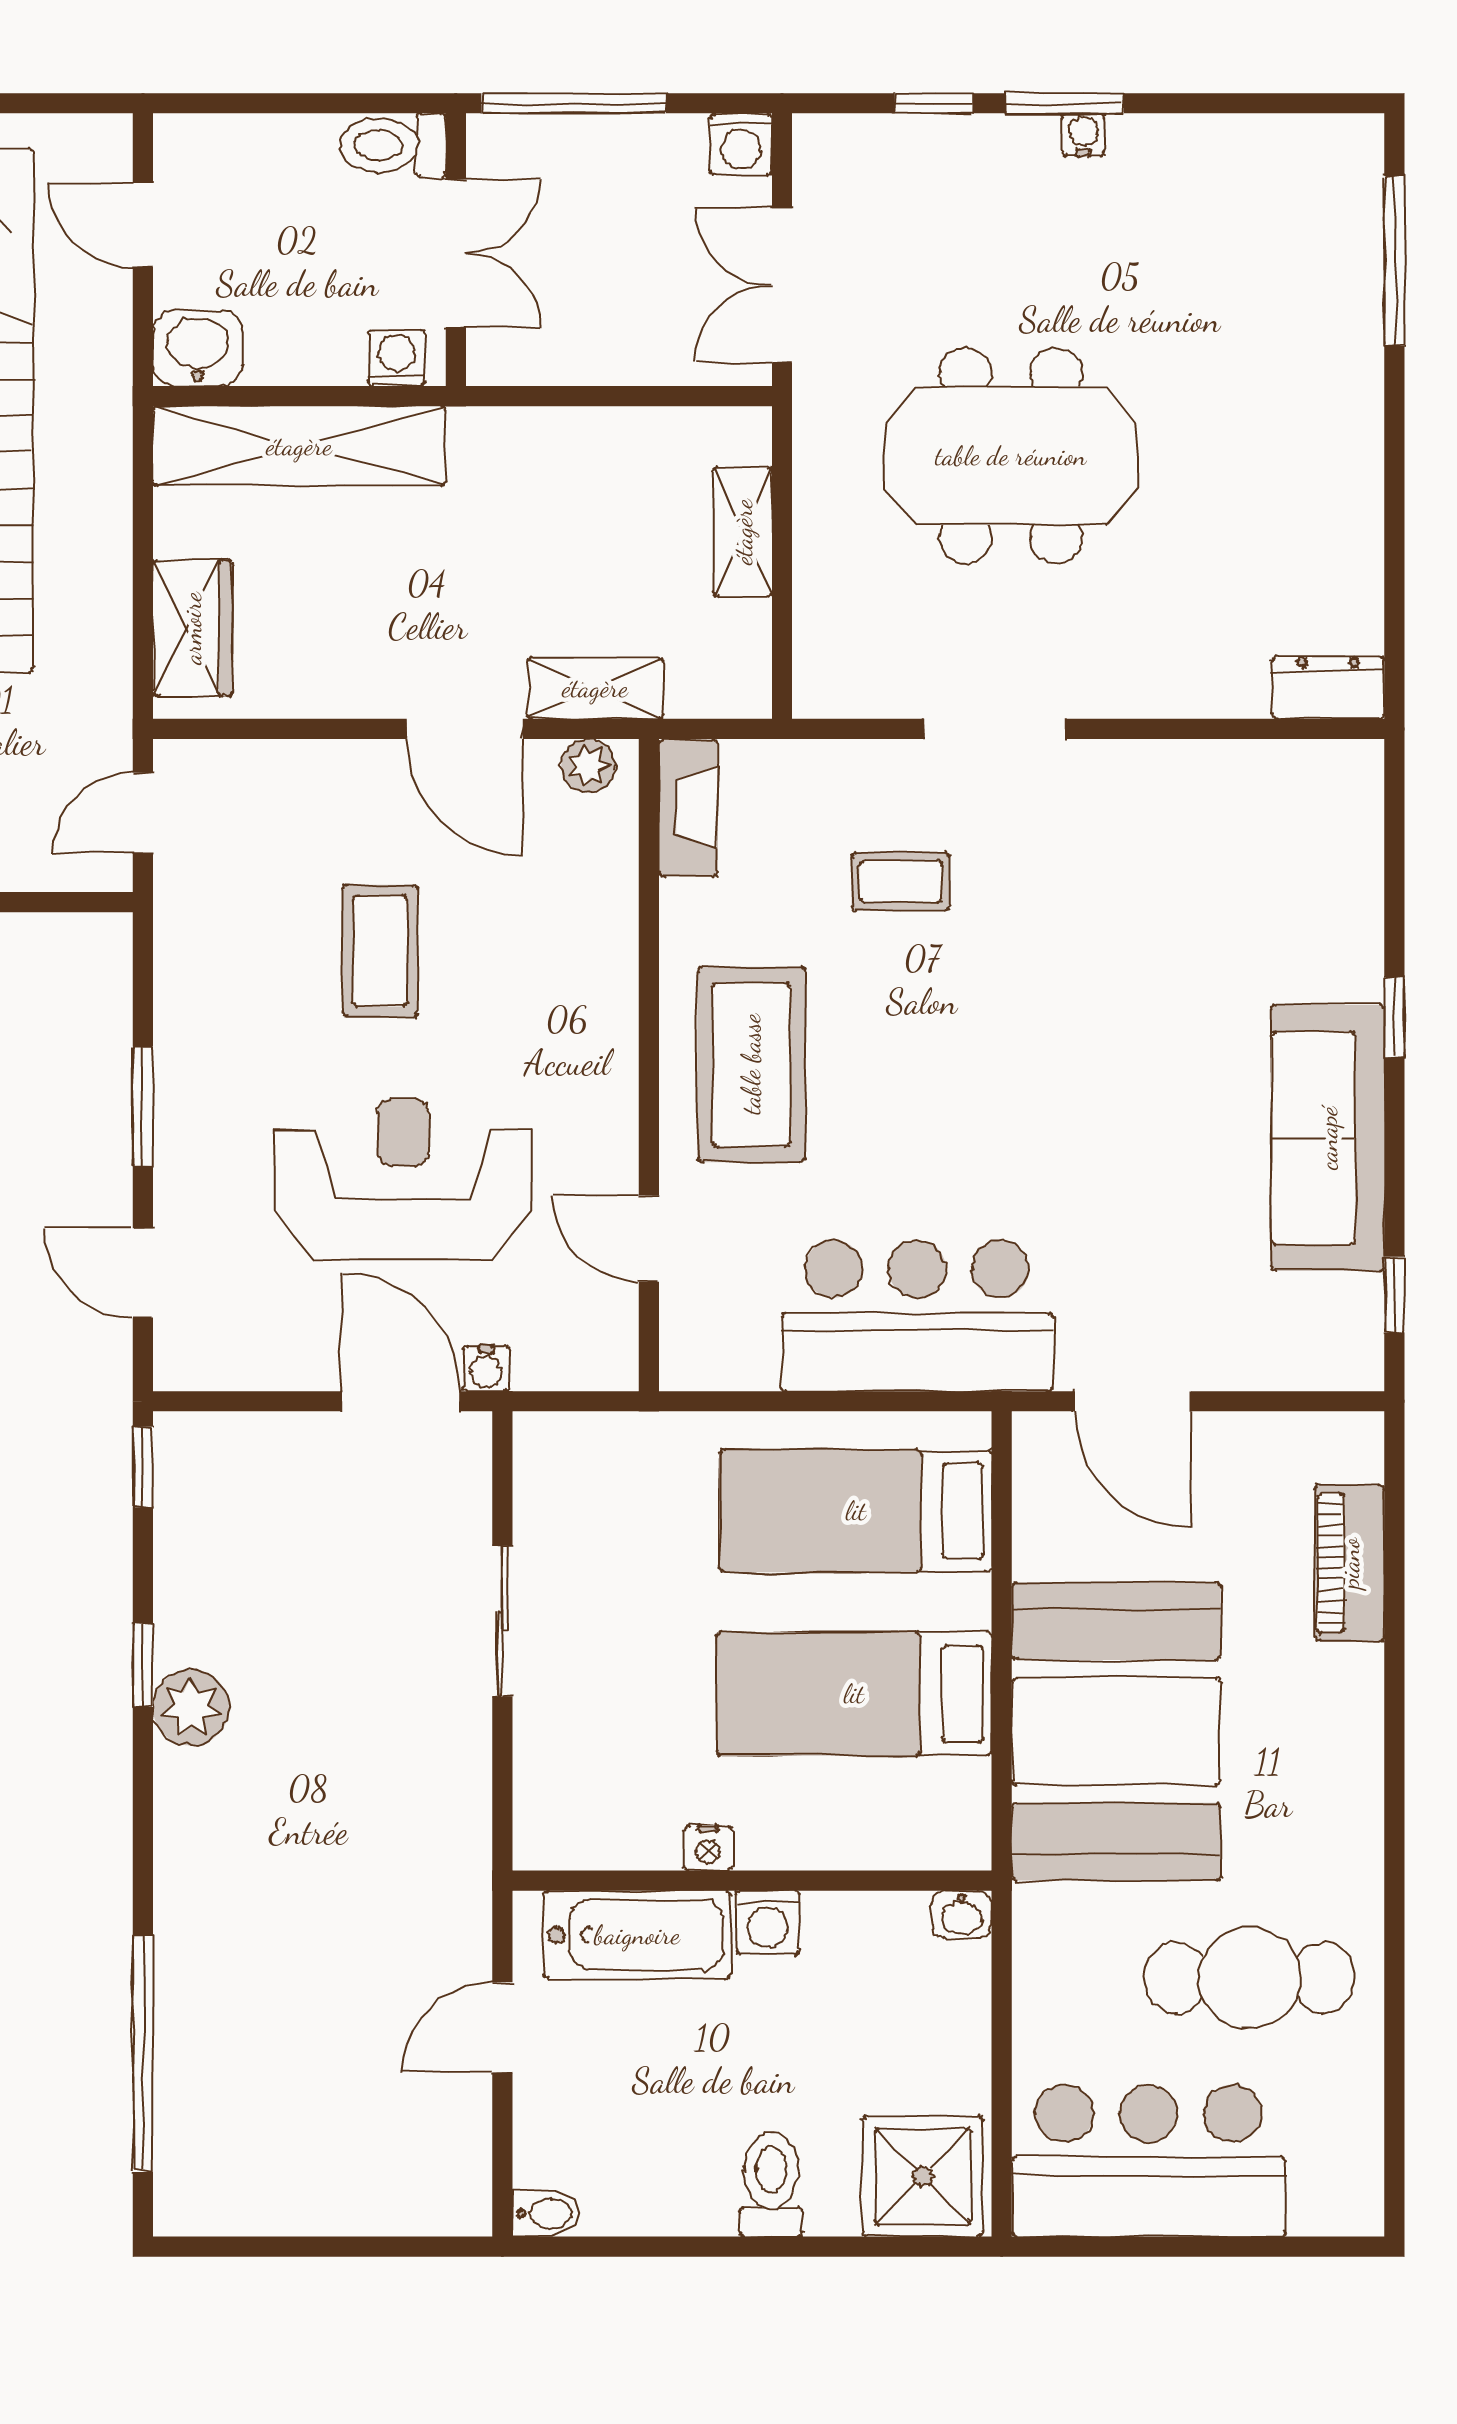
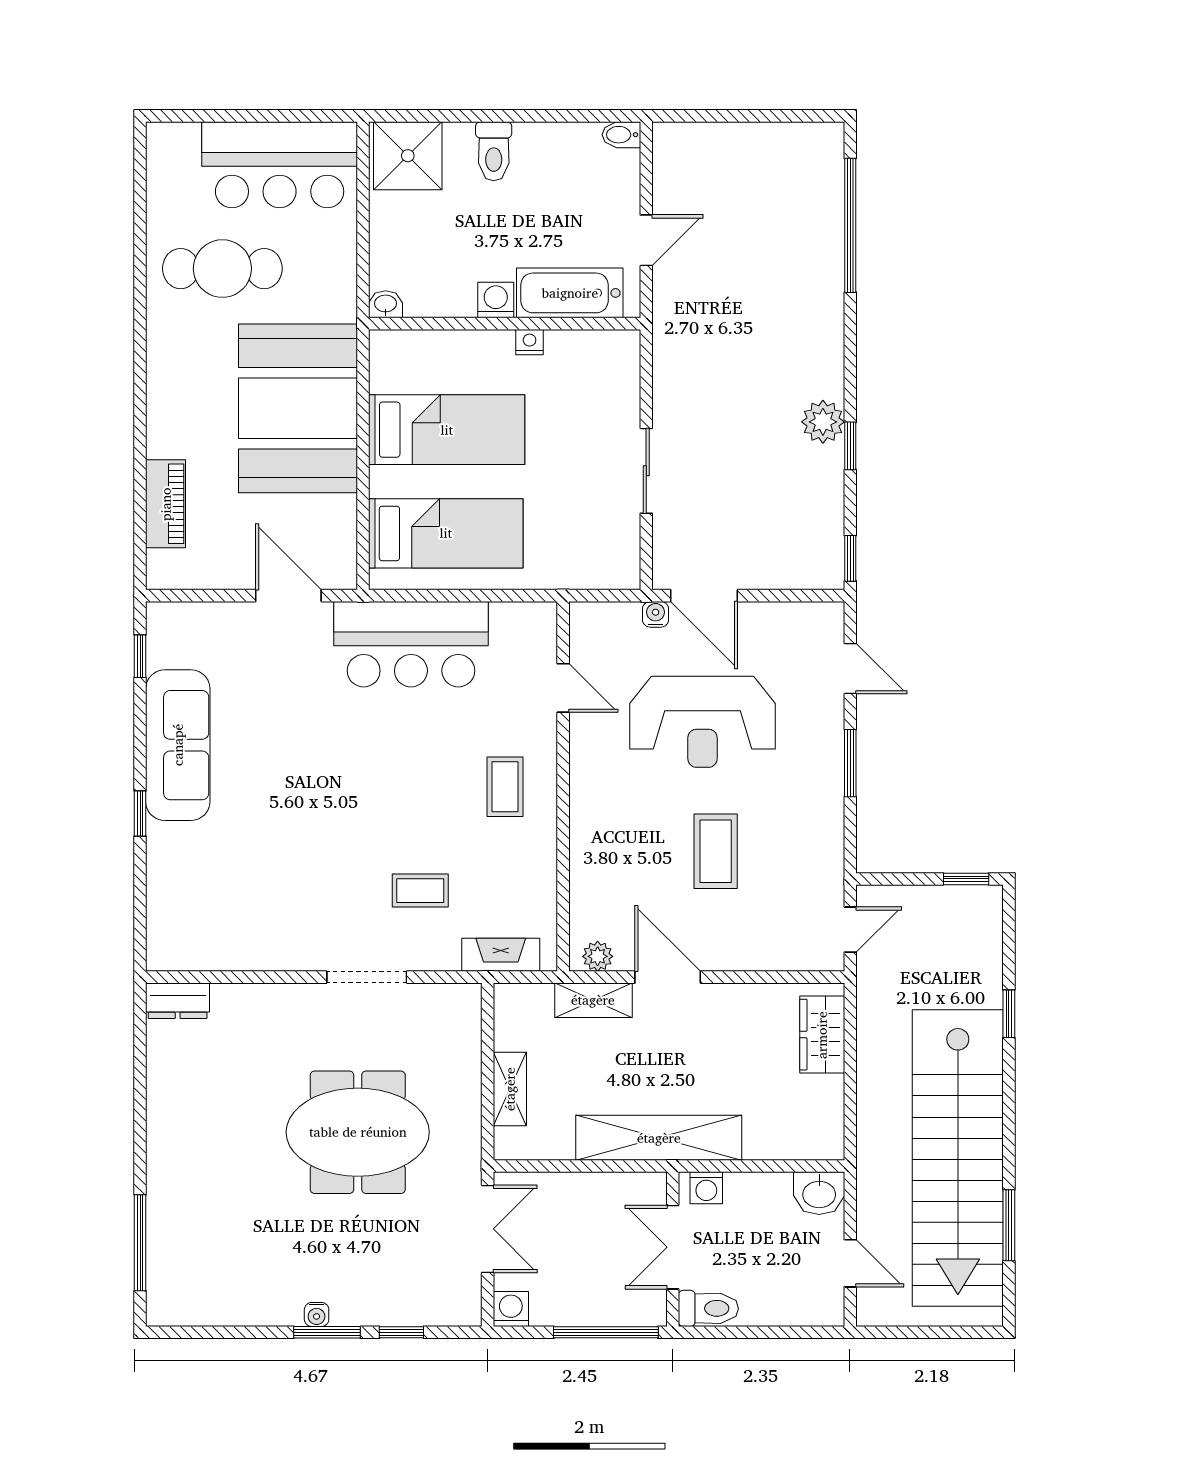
shelving: (299, 446) -> (659, 1138), moved
fireplace: (688, 808) -> (501, 955), moved, turned 90
coffee table: (751, 1064) -> (505, 787), width x0.54, depth x0.58

